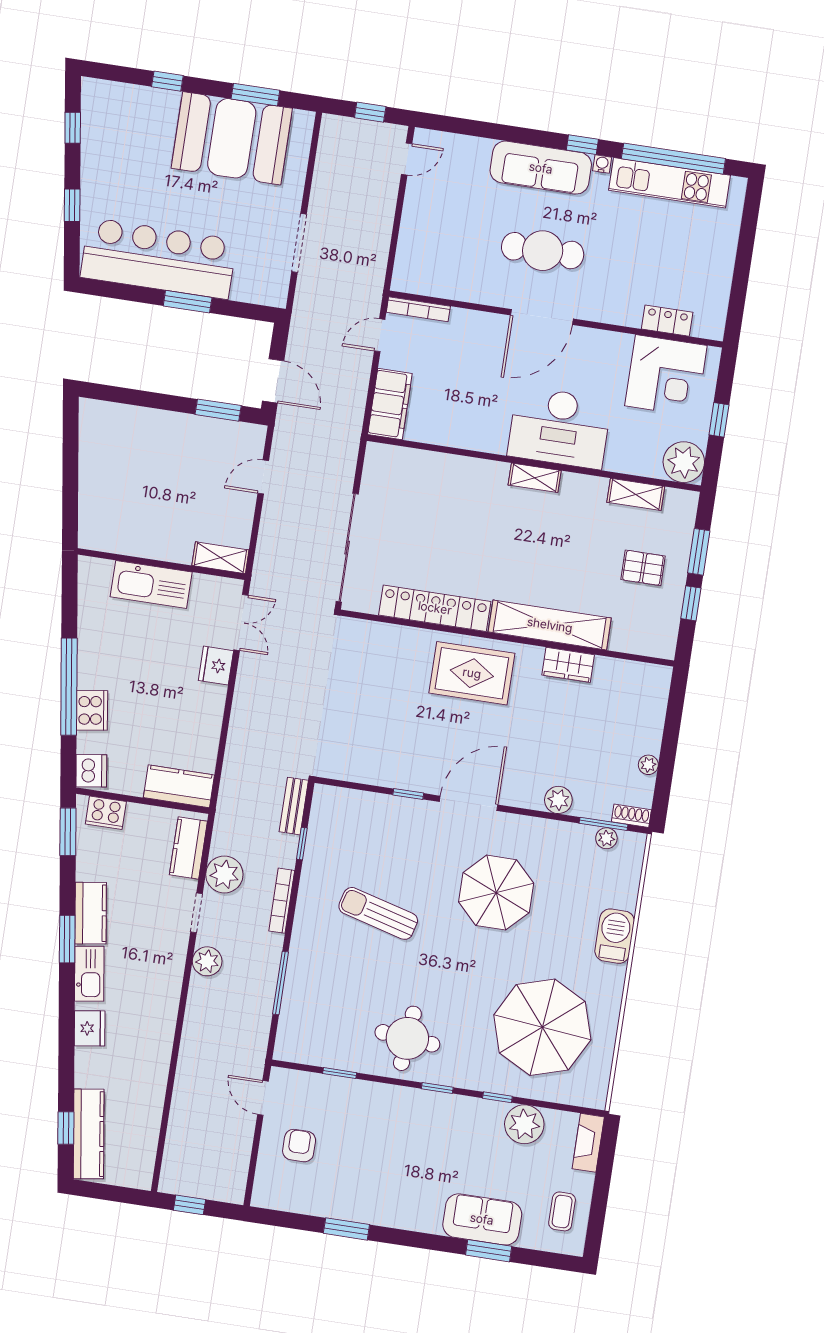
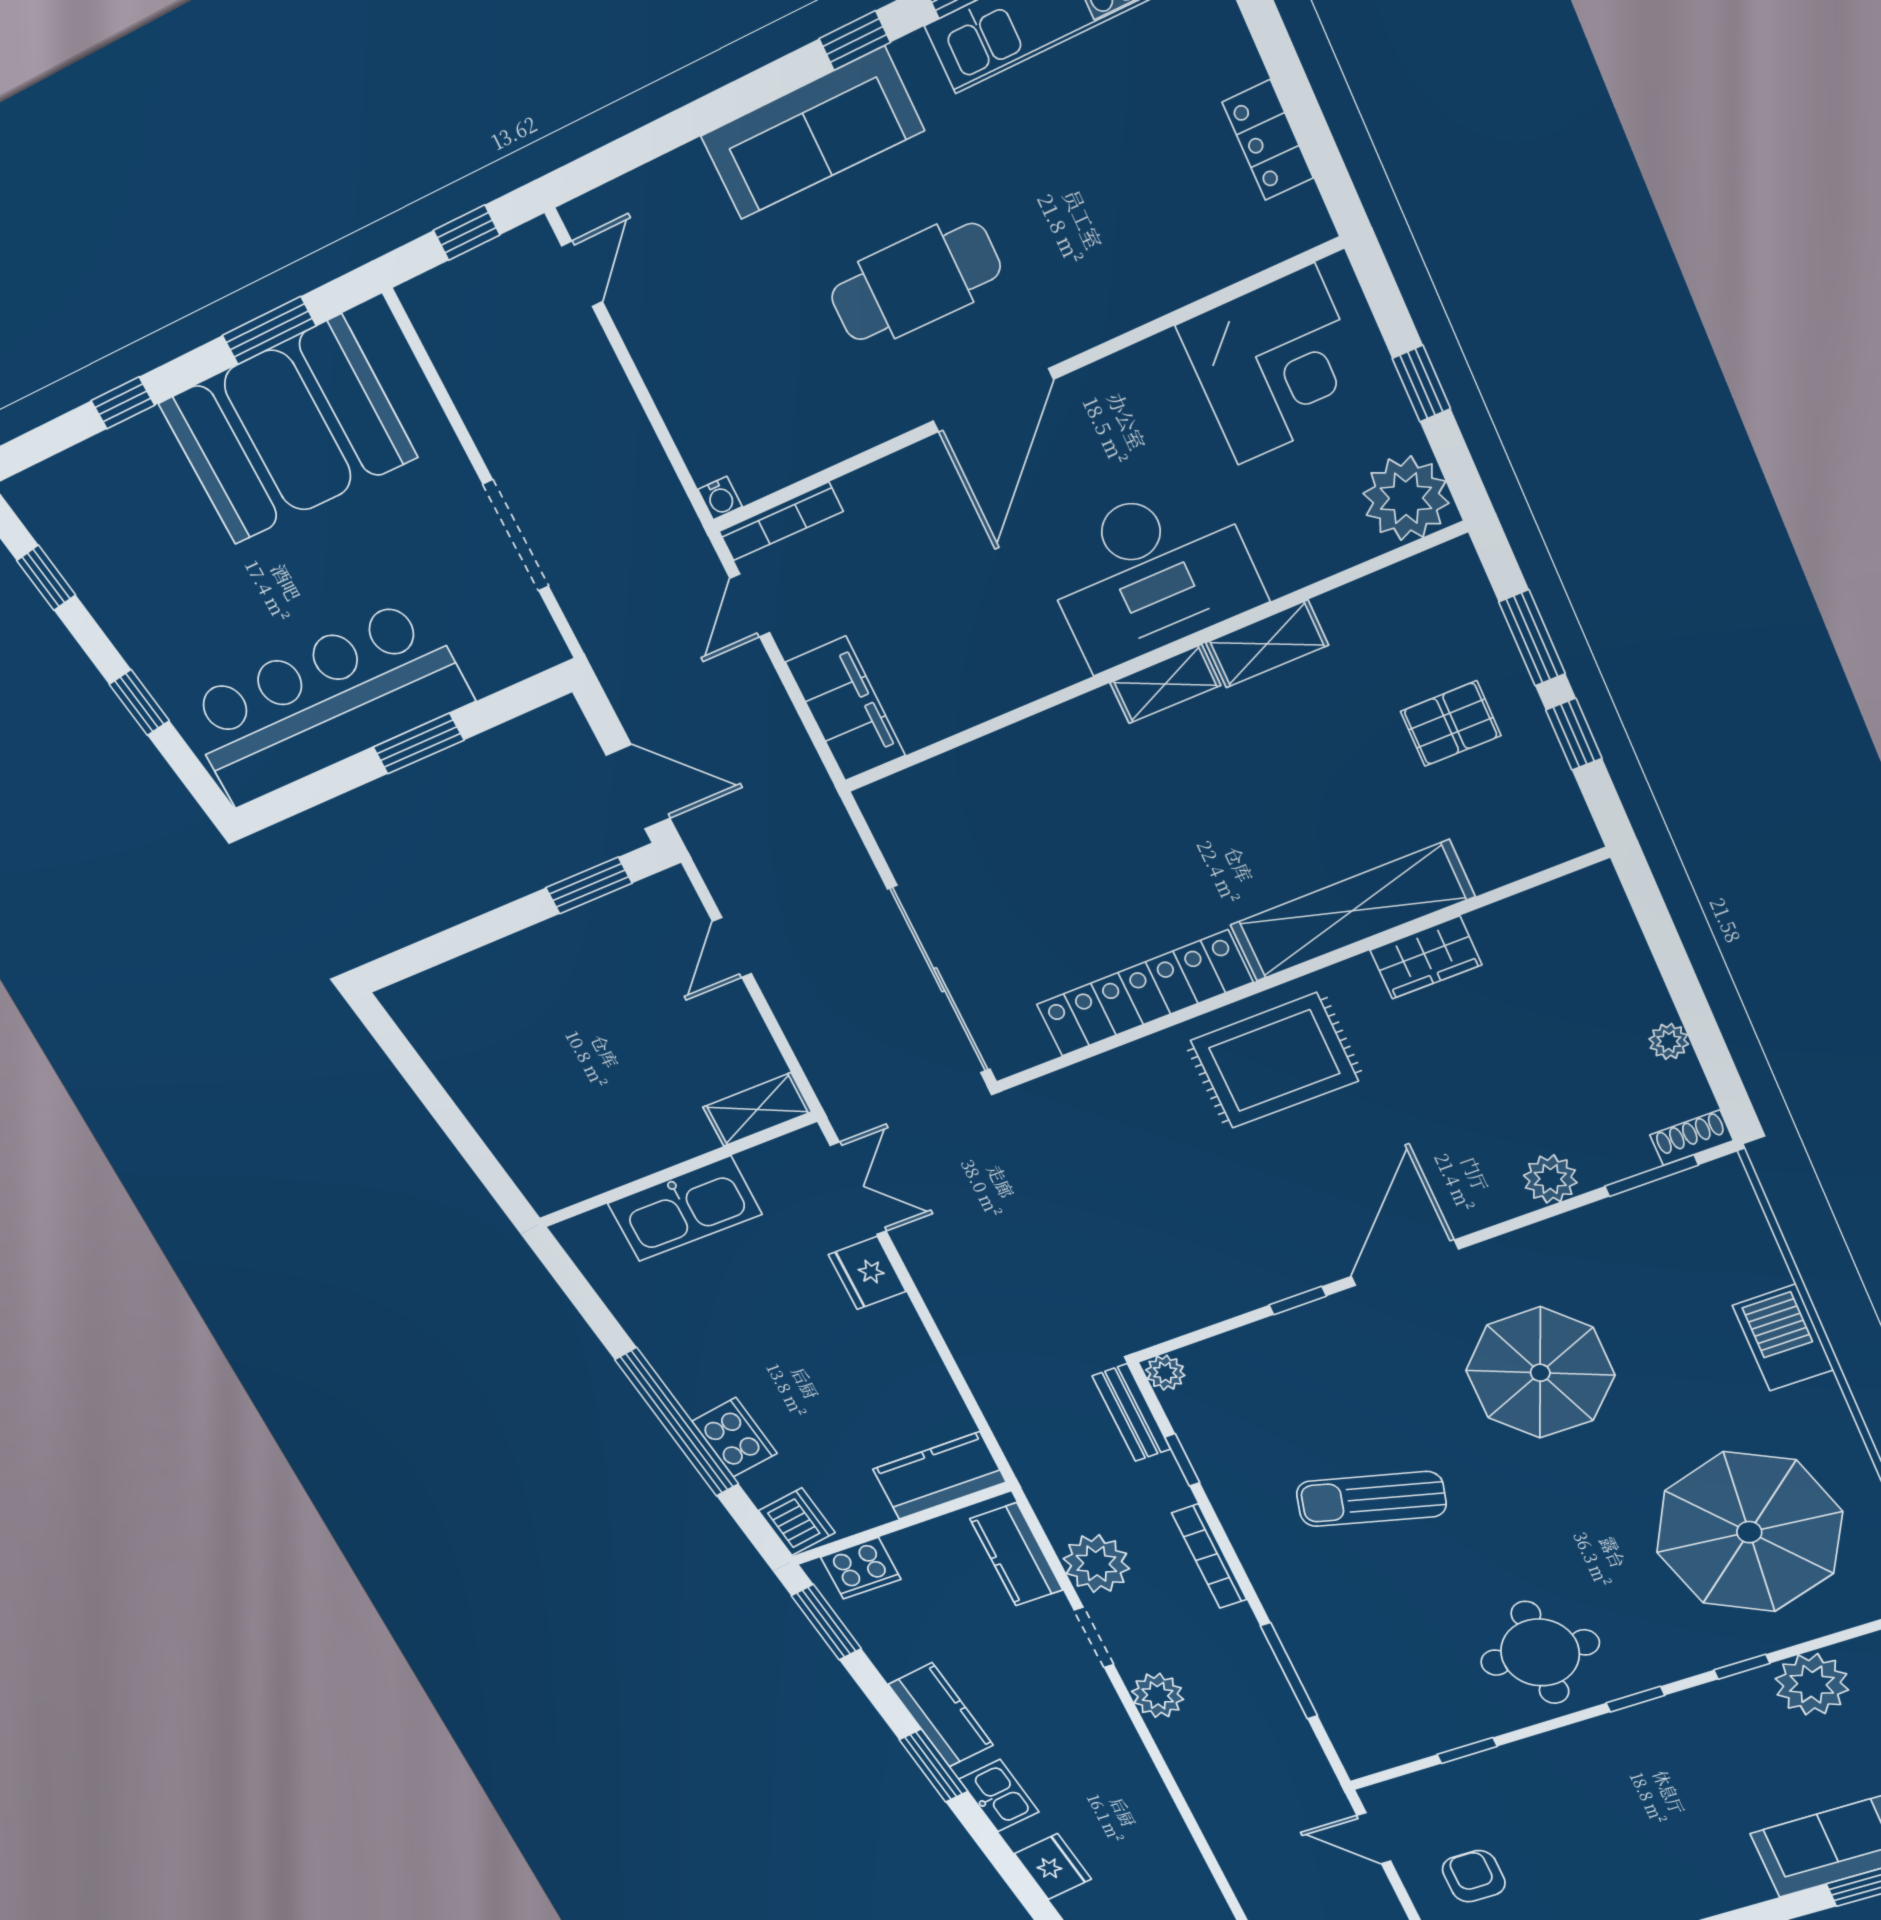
water cooler: (602, 164) -> (720, 498), moved, turned 180
locker: (667, 321) -> (1268, 140), moved, turned -90
shelving: (636, 494) -> (1267, 644), moved
plant: (606, 838) -> (1165, 1373), moved
kitchen sink: (89, 974) -> (999, 1796), width x0.73

